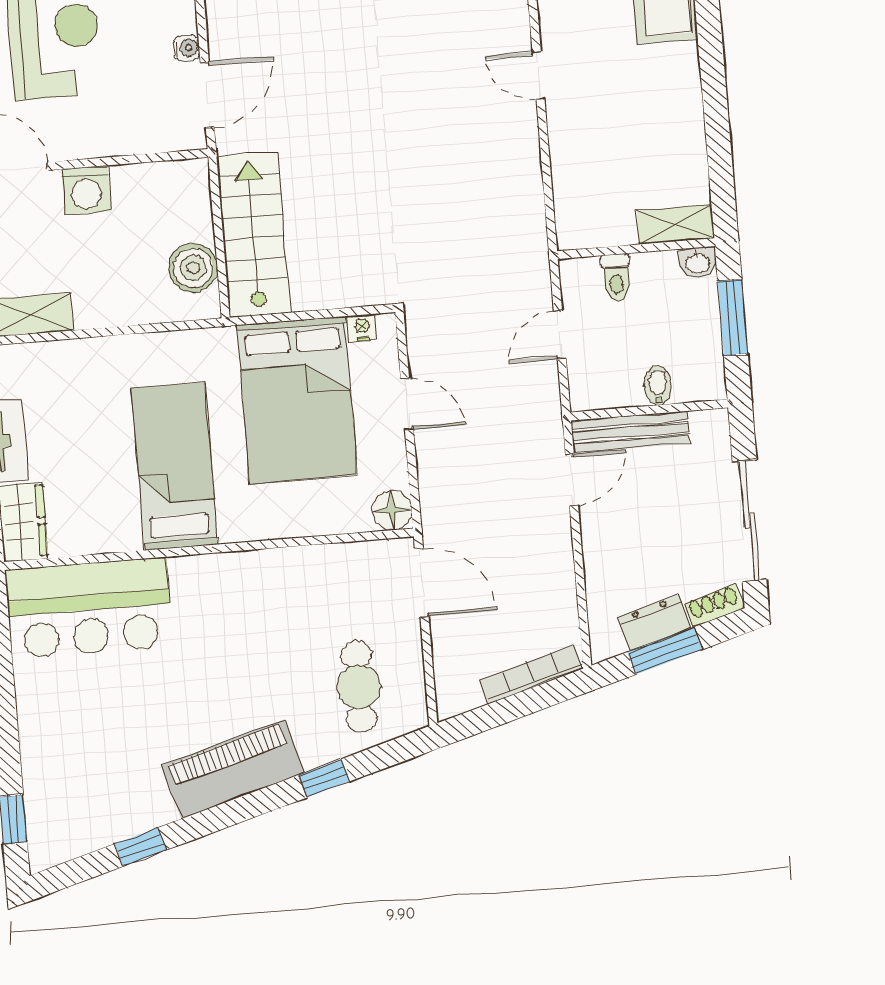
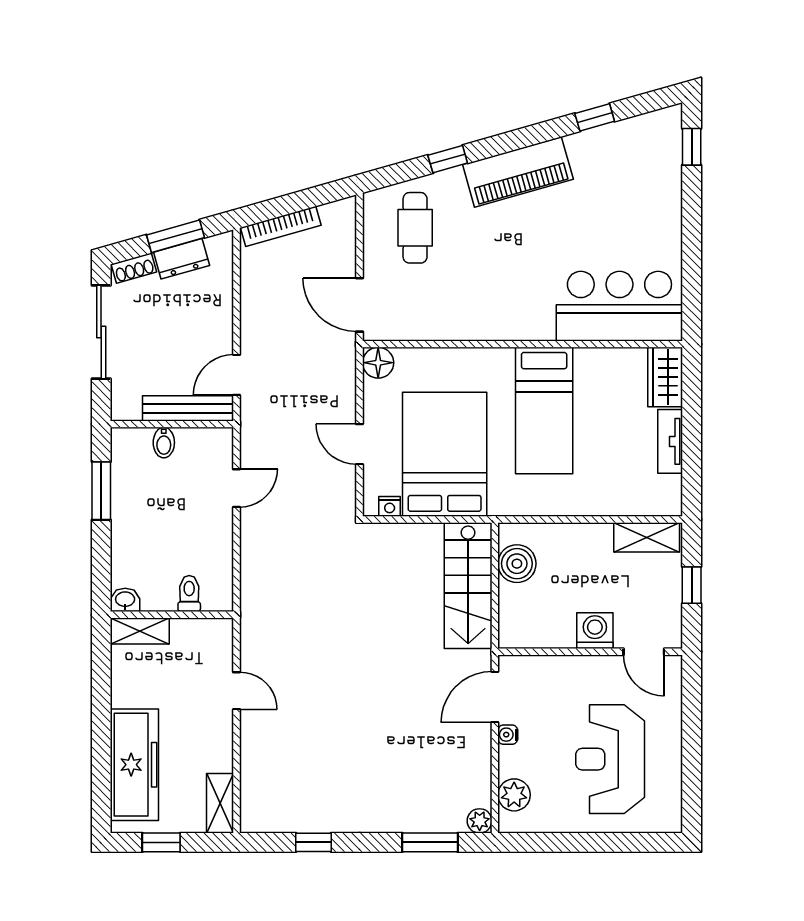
shelving: (675, 224) -> (140, 631), moved
wall: (636, 249) -> (172, 615), moved
washbasin: (698, 263) -> (125, 600), moved
toilet: (616, 278) -> (189, 594), moved

